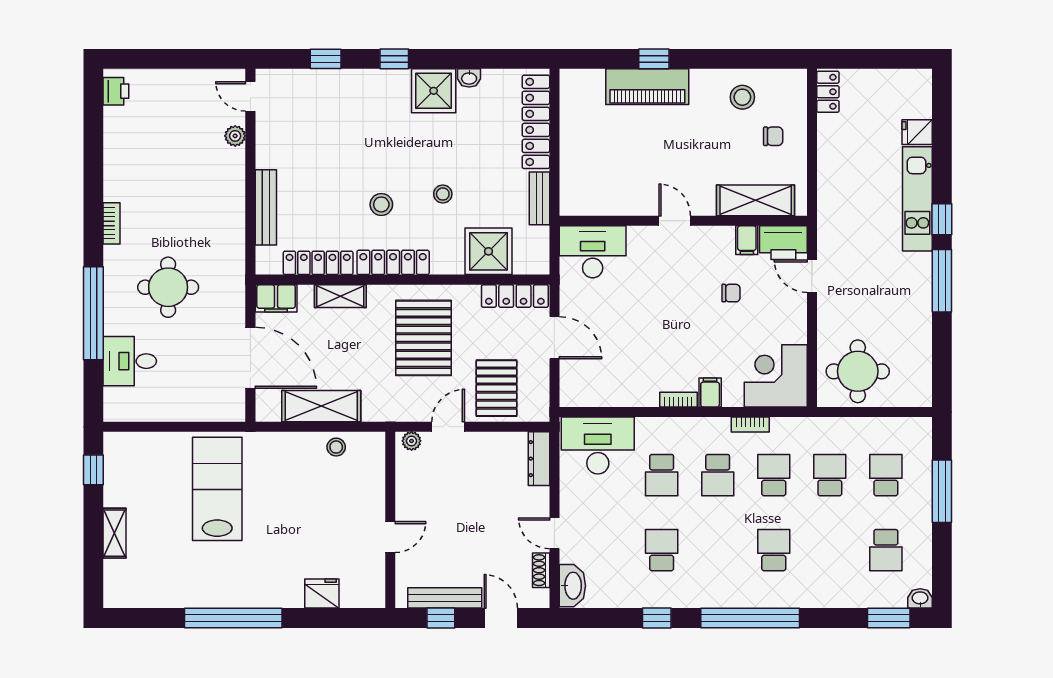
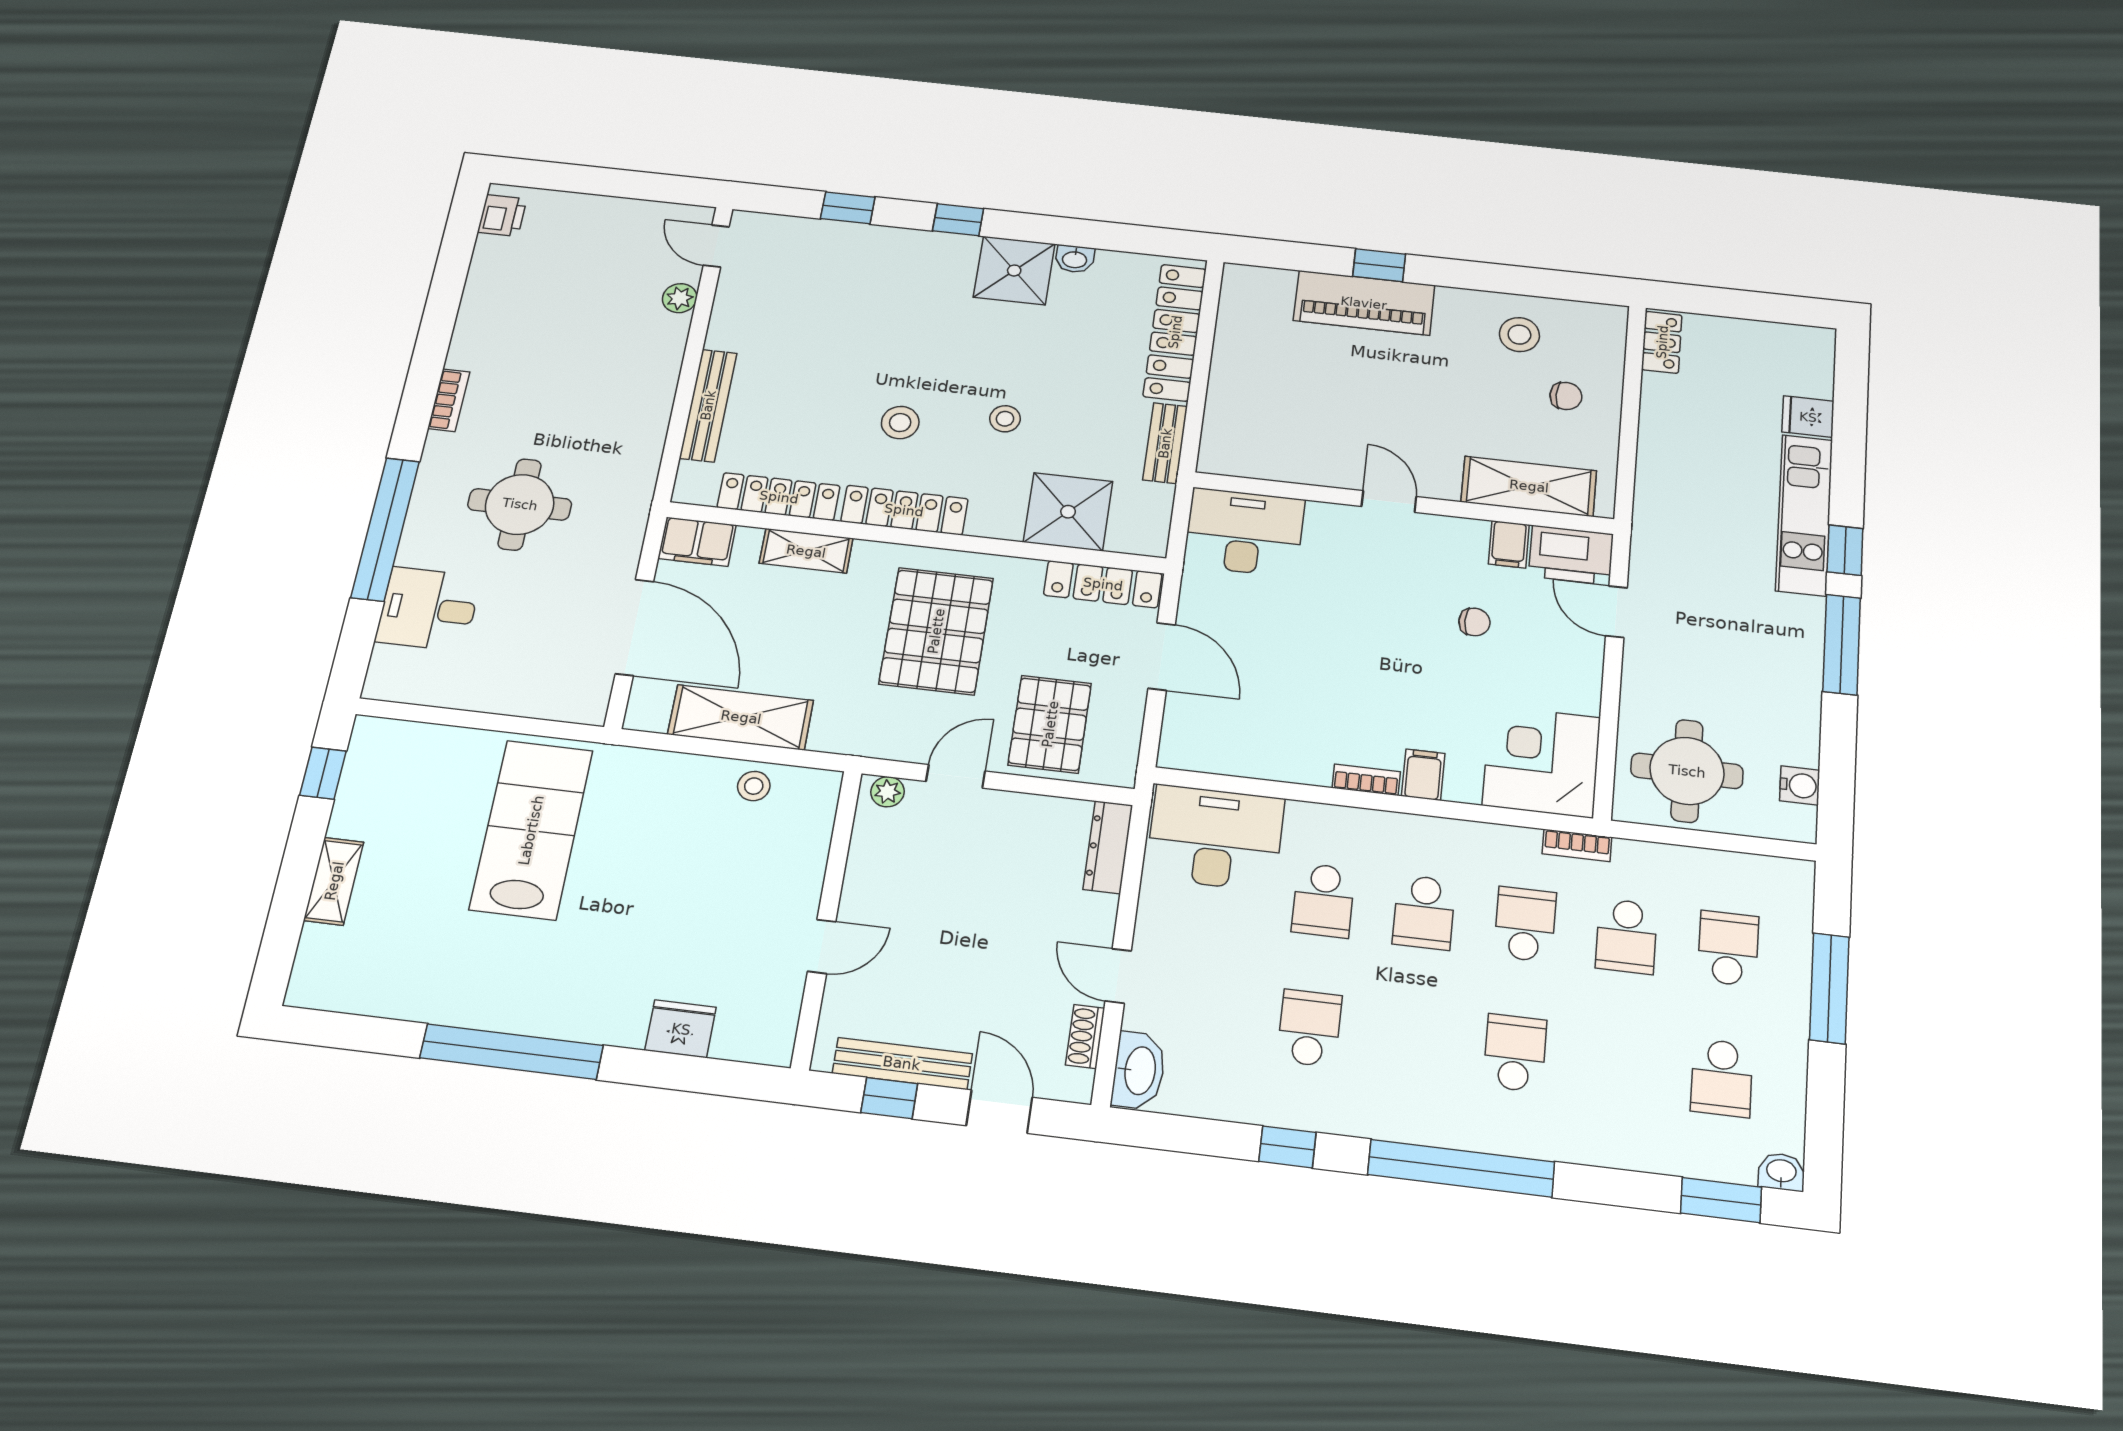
water cooler: (921, 372) -> (1800, 785), added
bookcase: (750, 425) -> (1577, 845), moved
school desk: (830, 475) -> (1626, 936), turned 180

